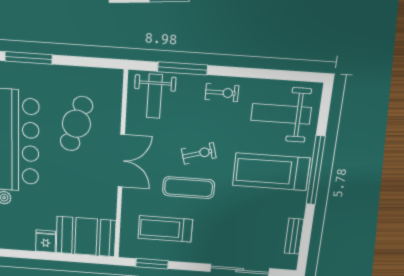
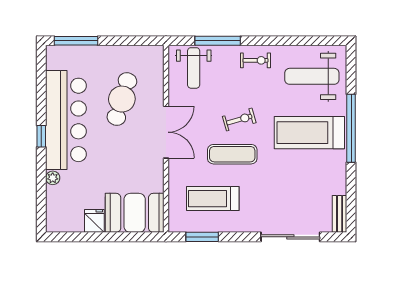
bench: (294, 236) -> (340, 214), moved

